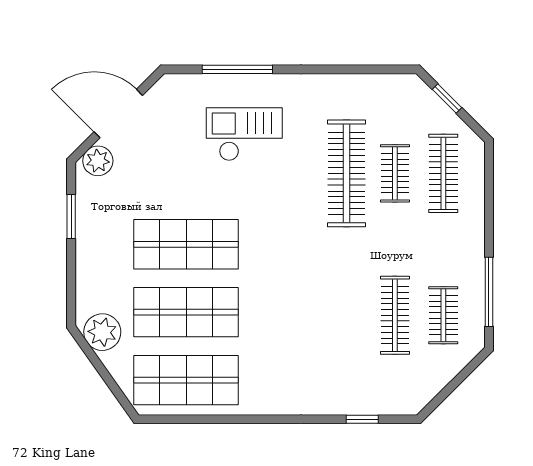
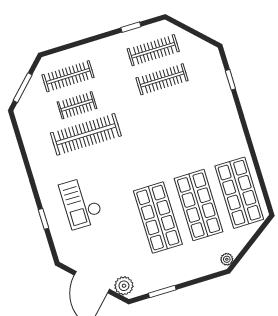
window: (237, 69) -> (43, 219), width x0.46
window: (447, 99) -> (23, 88), width x1.50
window: (489, 292) -> (131, 27), width x0.46
clothes rail: (443, 315) -> (153, 50), width x1.36
plant: (102, 332) -> (227, 259), width x0.53, depth x0.53

